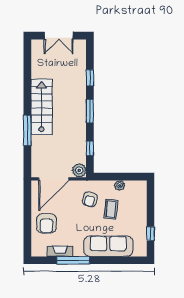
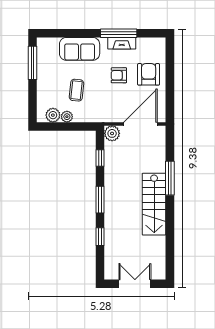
plant: (132, 187) -> (53, 115), added
armchair: (90, 199) -> (119, 75), moved, turned -106
window: (151, 234) -> (33, 63), width x2.17
sofa: (108, 246) -> (80, 49), width x0.73
fireplace: (60, 251) -> (122, 43), moved

